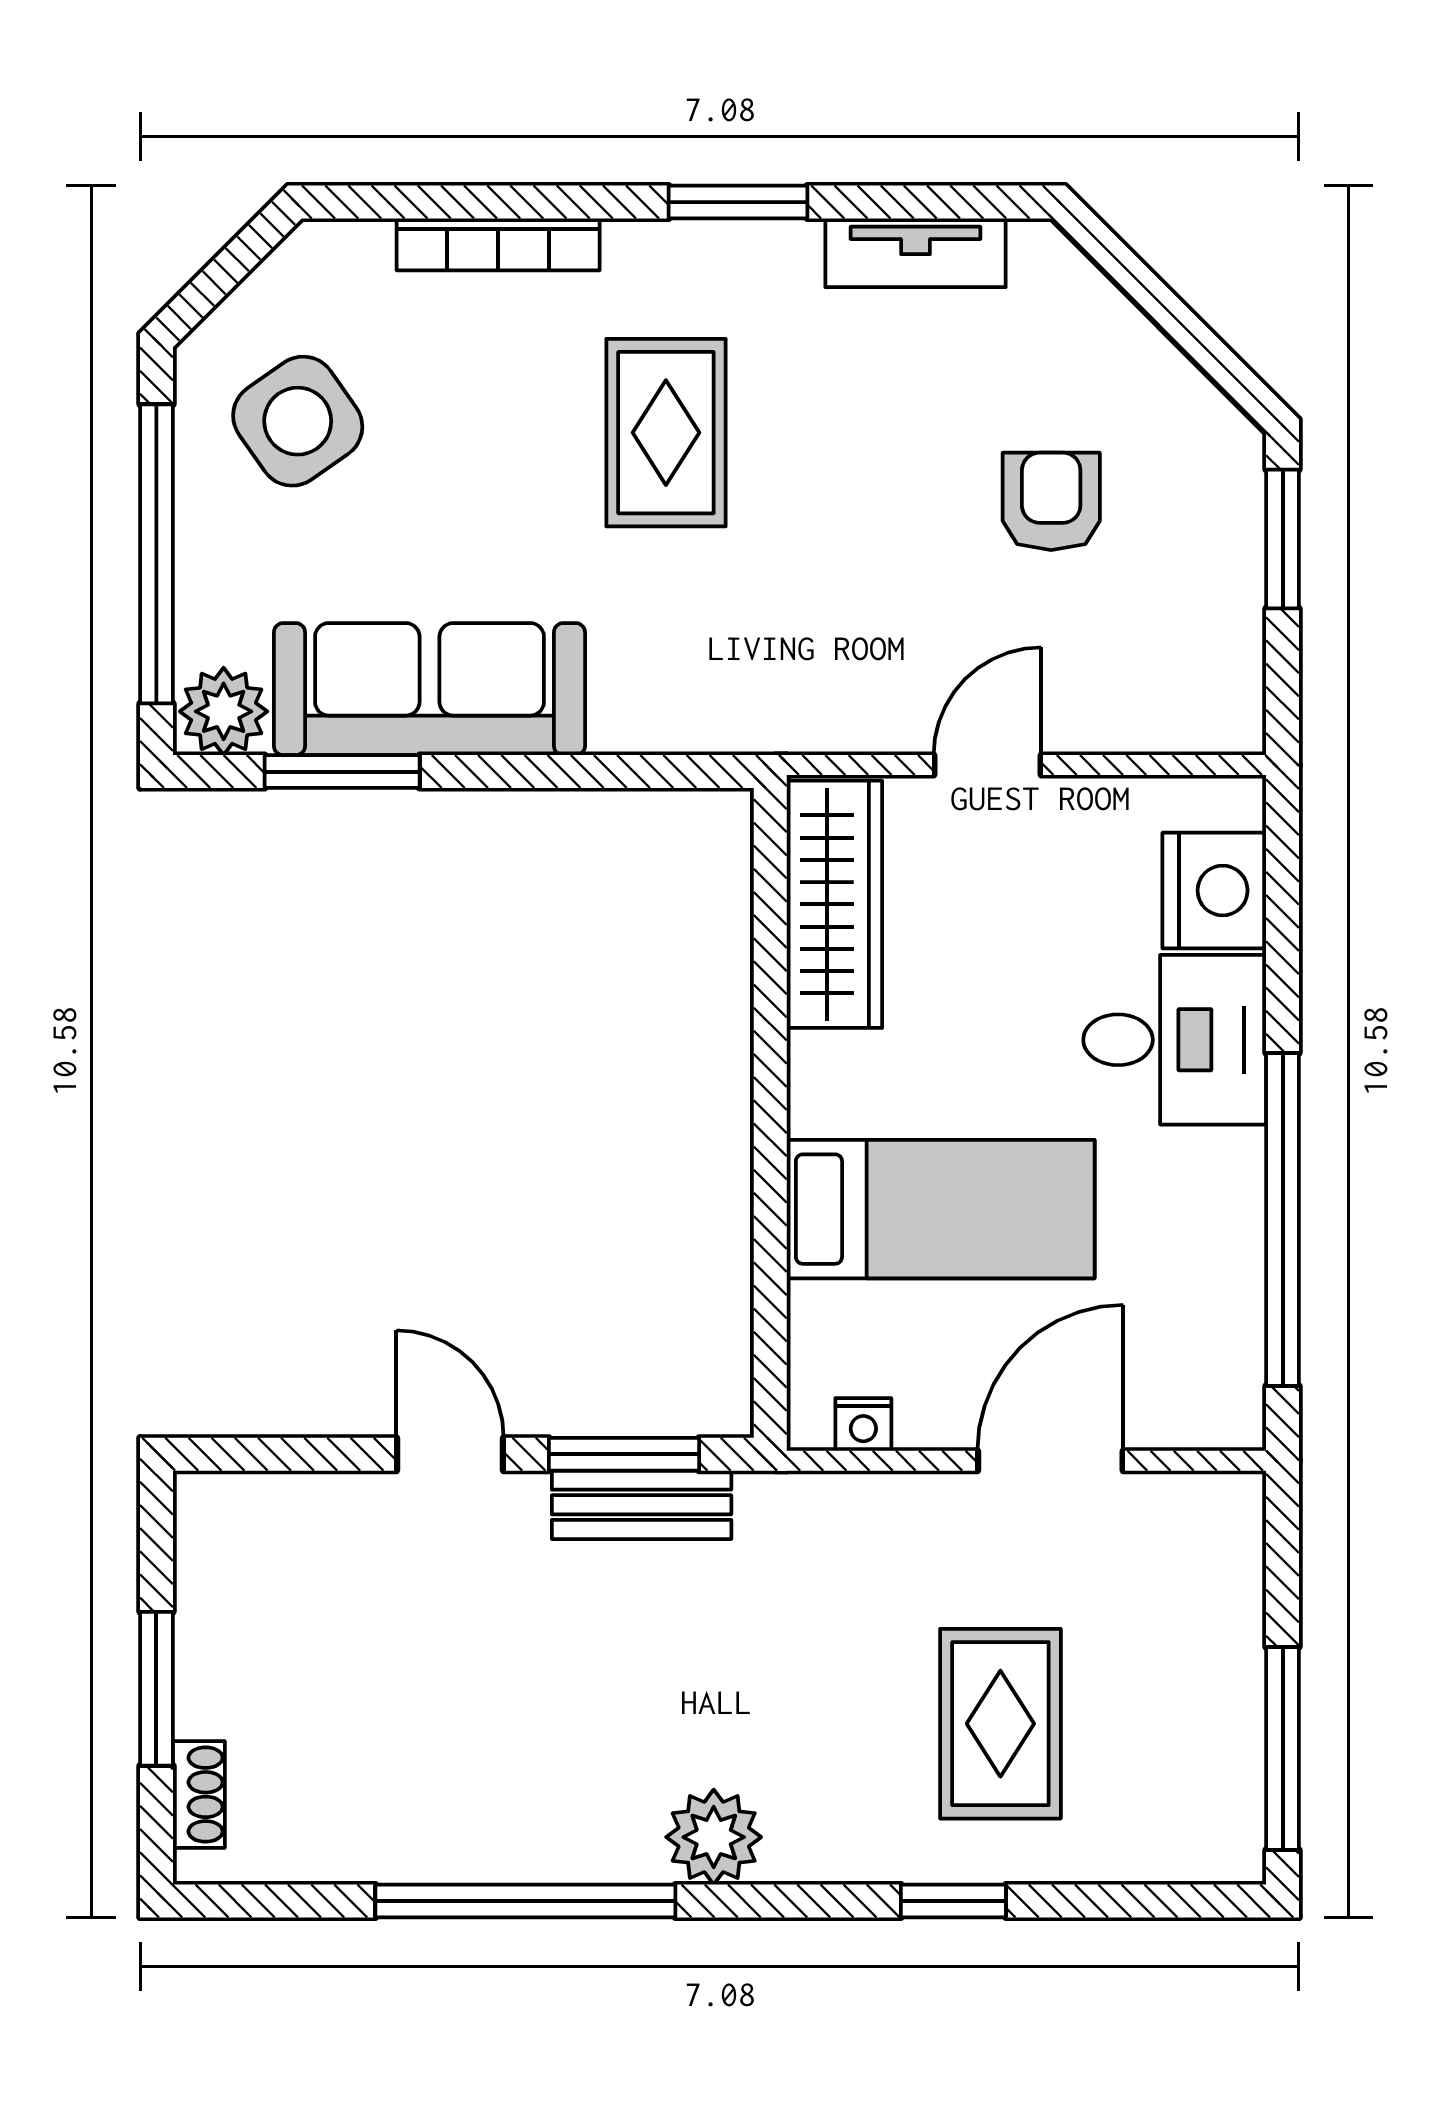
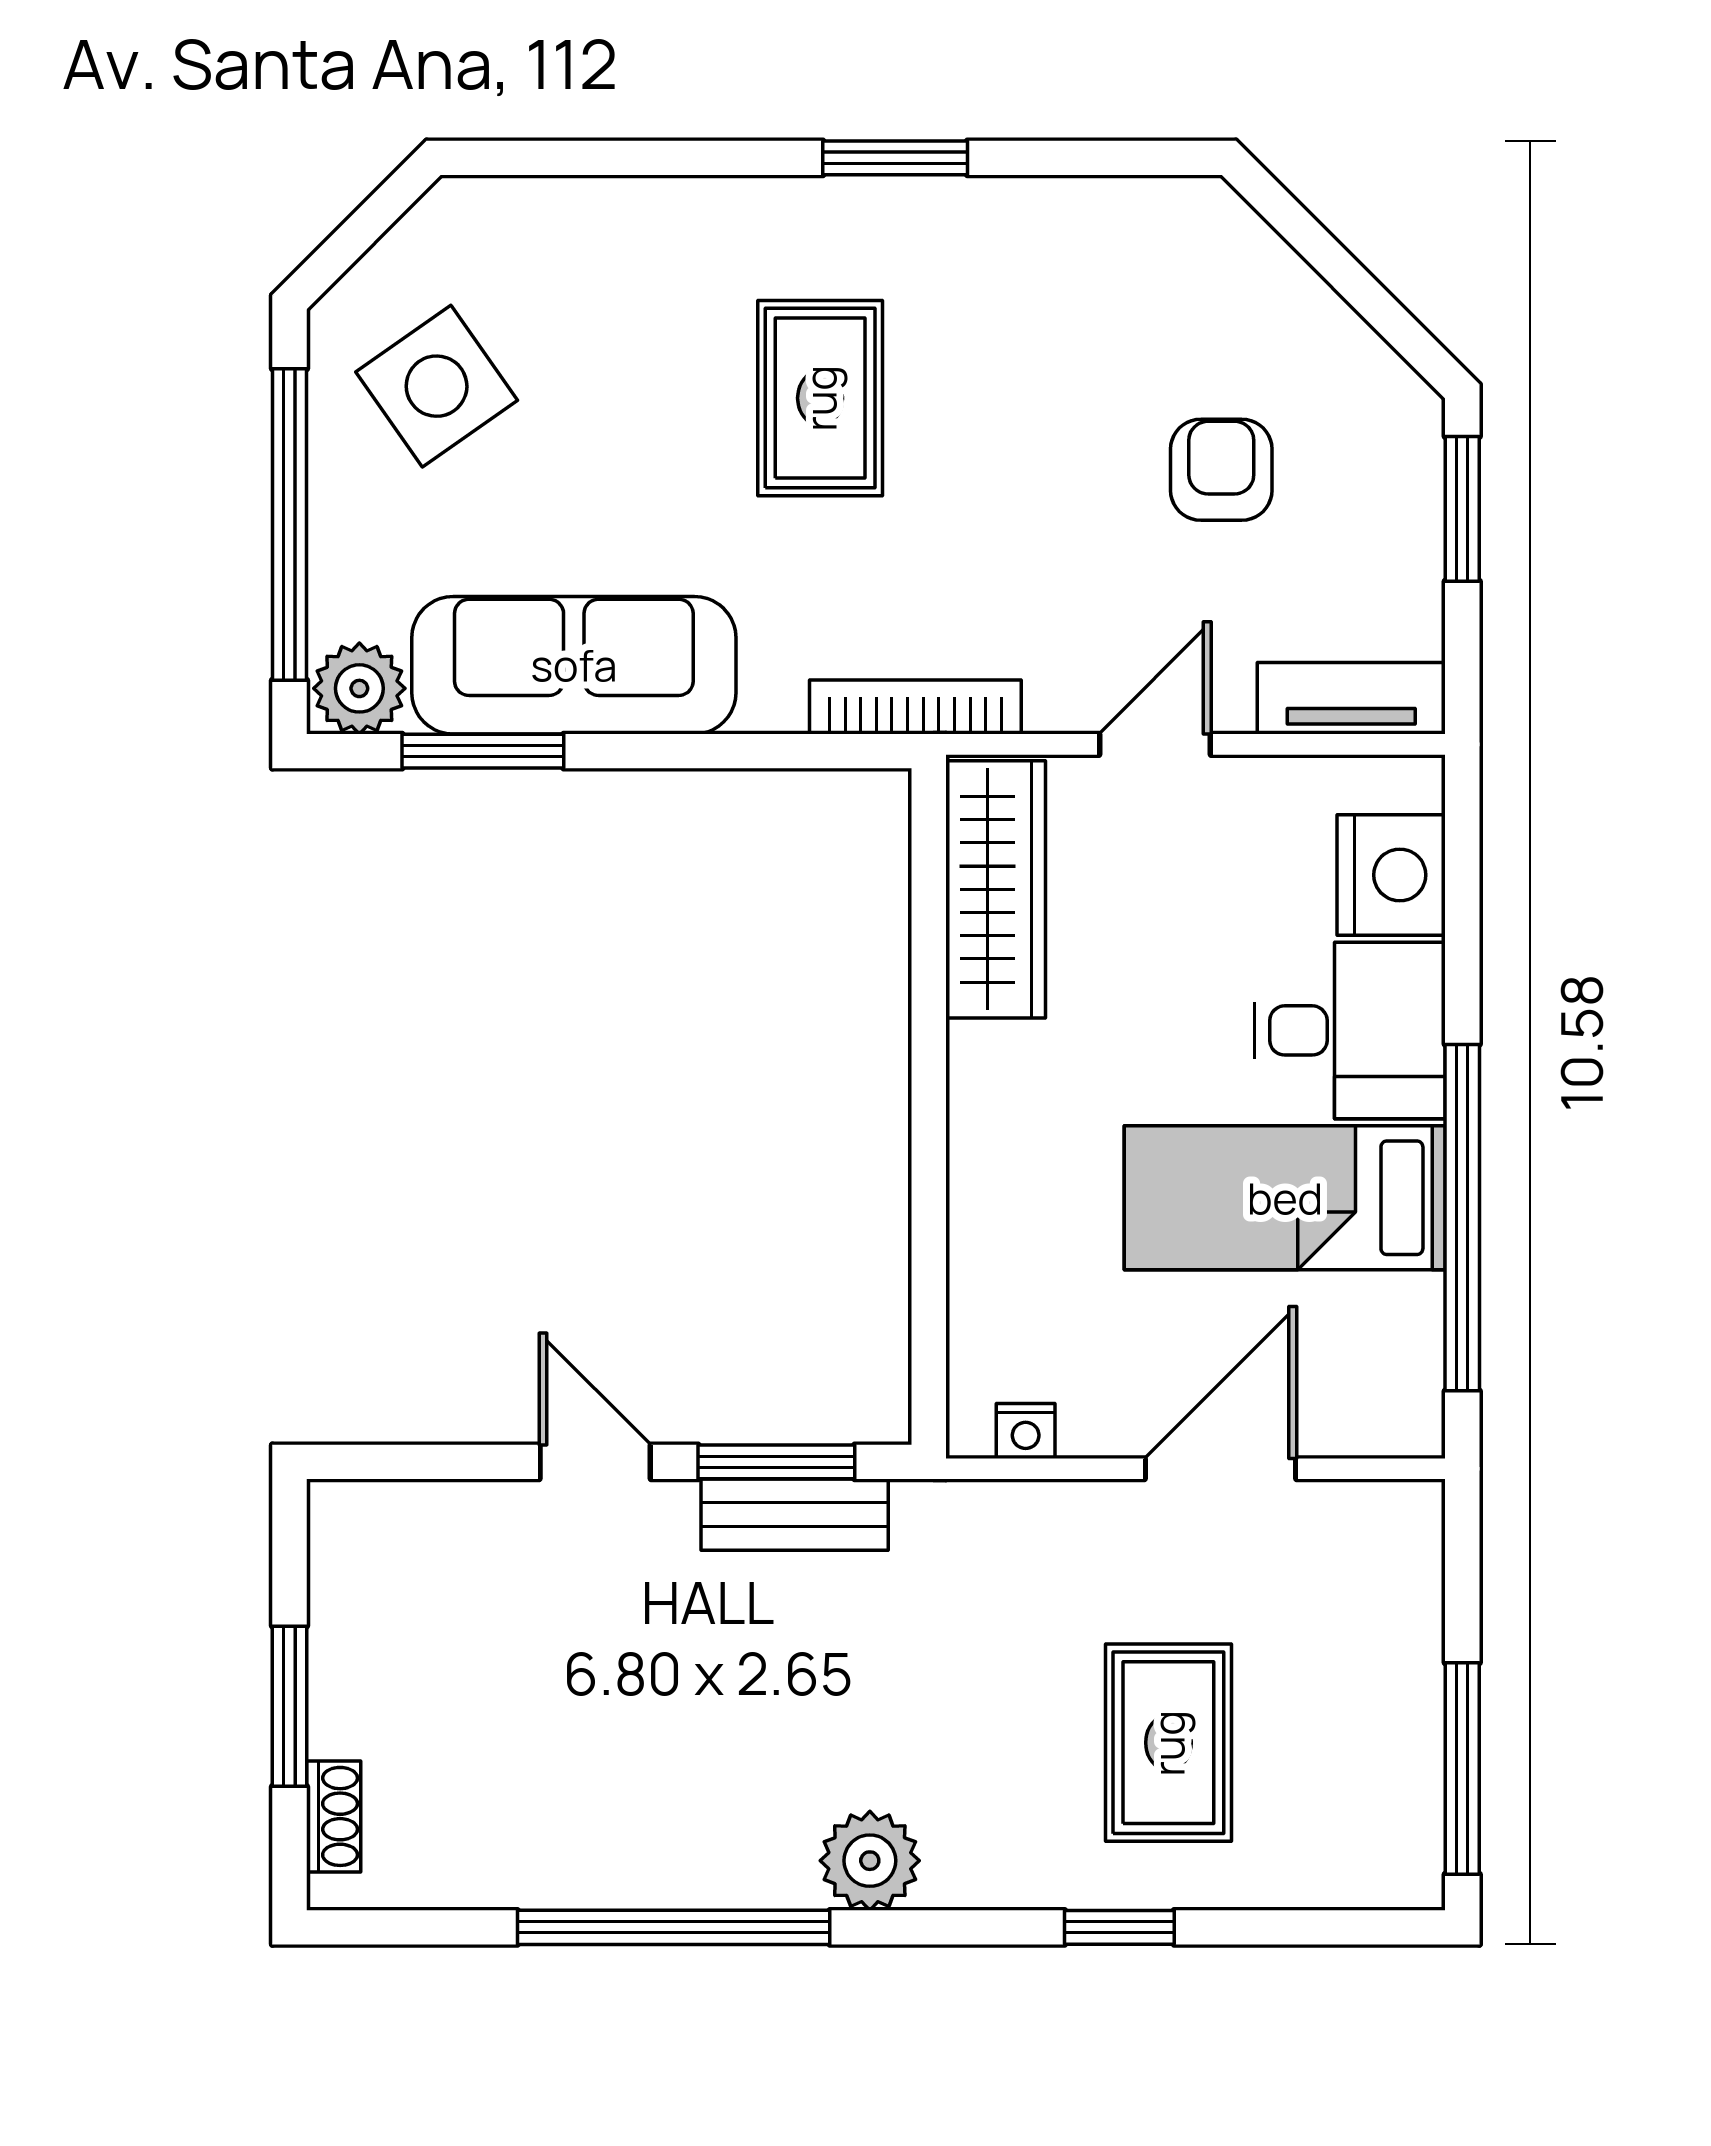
bookcase: (498, 244) -> (915, 707), moved, turned 180
tv unit: (915, 253) -> (1351, 698), moved, turned 180
bed: (941, 1209) -> (1285, 1198), moved, turned 180

